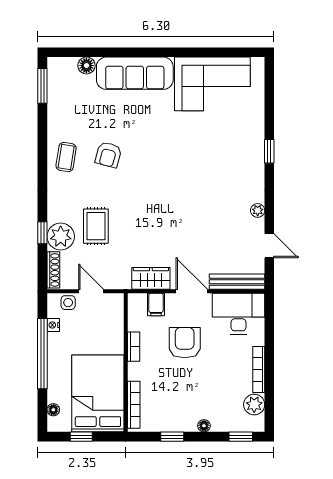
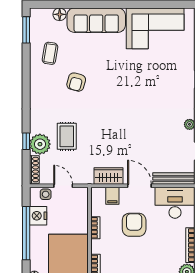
coffee table: (66, 157) -> (50, 53), moved
nightstand: (53, 325) -> (38, 216), width x1.89, depth x1.79

